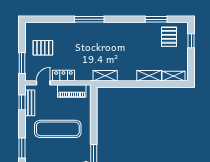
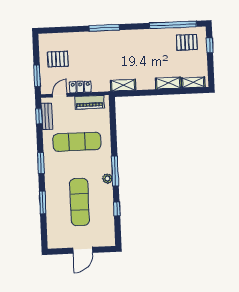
window: (156, 19) -> (173, 25), width x2.11
pallet: (169, 37) -> (187, 42), turned 90

